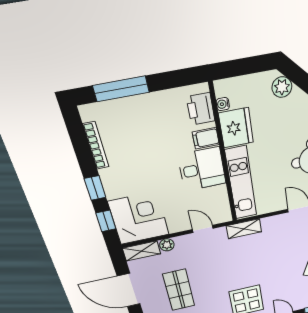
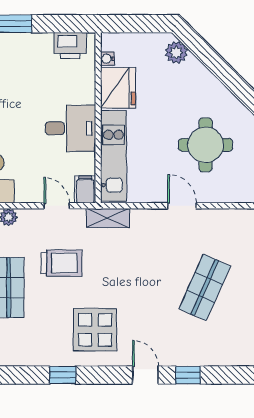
printer: (201, 109) -> (70, 46), moved, turned -90
filing cabinet: (206, 138) -> (85, 189), moved, turned 90
trolley: (214, 266) -> (61, 263), added

